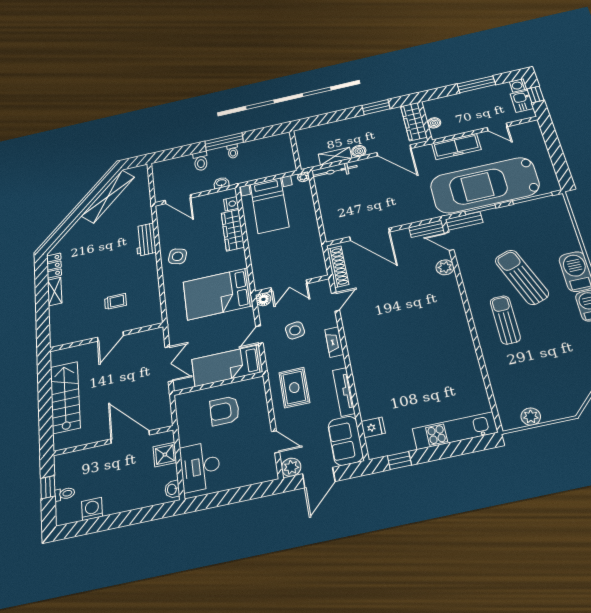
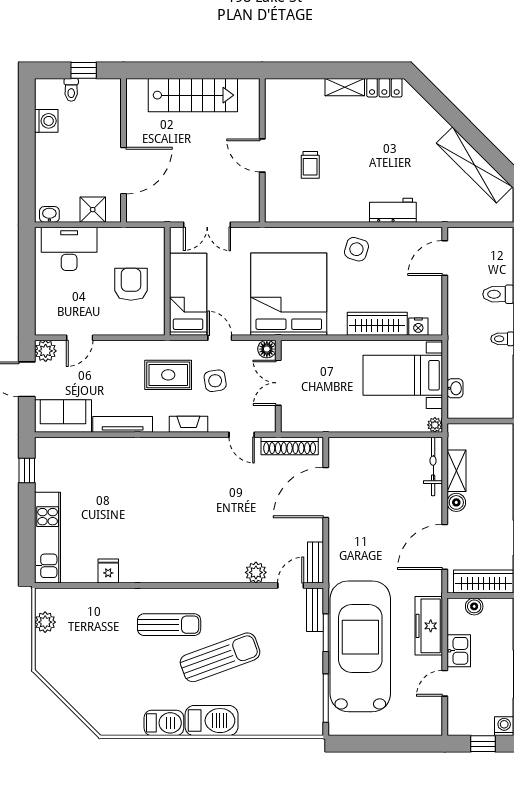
kitchen sink: (522, 101) -> (459, 651), moved, turned 90
washbasin: (221, 183) -> (455, 388), moved
bed: (218, 294) -> (289, 294), width x1.36
rug: (294, 388) -> (168, 375), moved
fridge: (373, 427) -> (108, 571), moved, turned 180

